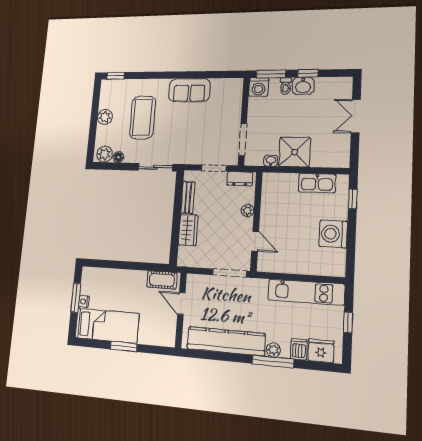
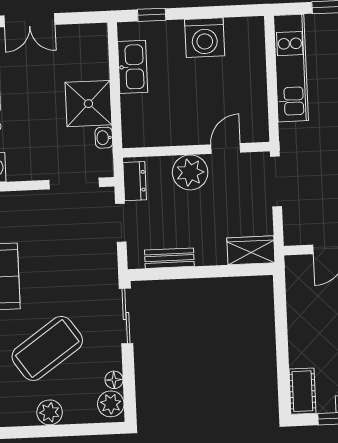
coffee table: (142, 117) -> (47, 348), turned -35
plant: (248, 211) -> (190, 172), width x1.88, depth x1.88
wardrobe: (188, 230) -> (251, 250), moved
cot: (162, 280) -> (302, 391), moved

